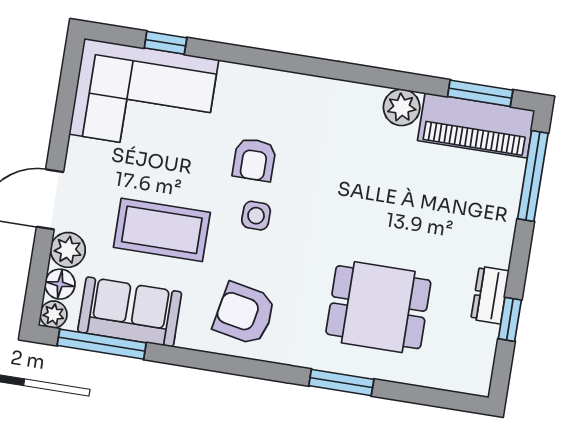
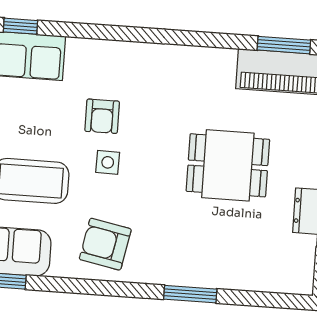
plant: (402, 107) -> (220, 62), removed
dining table: (378, 307) -> (228, 165), moved

